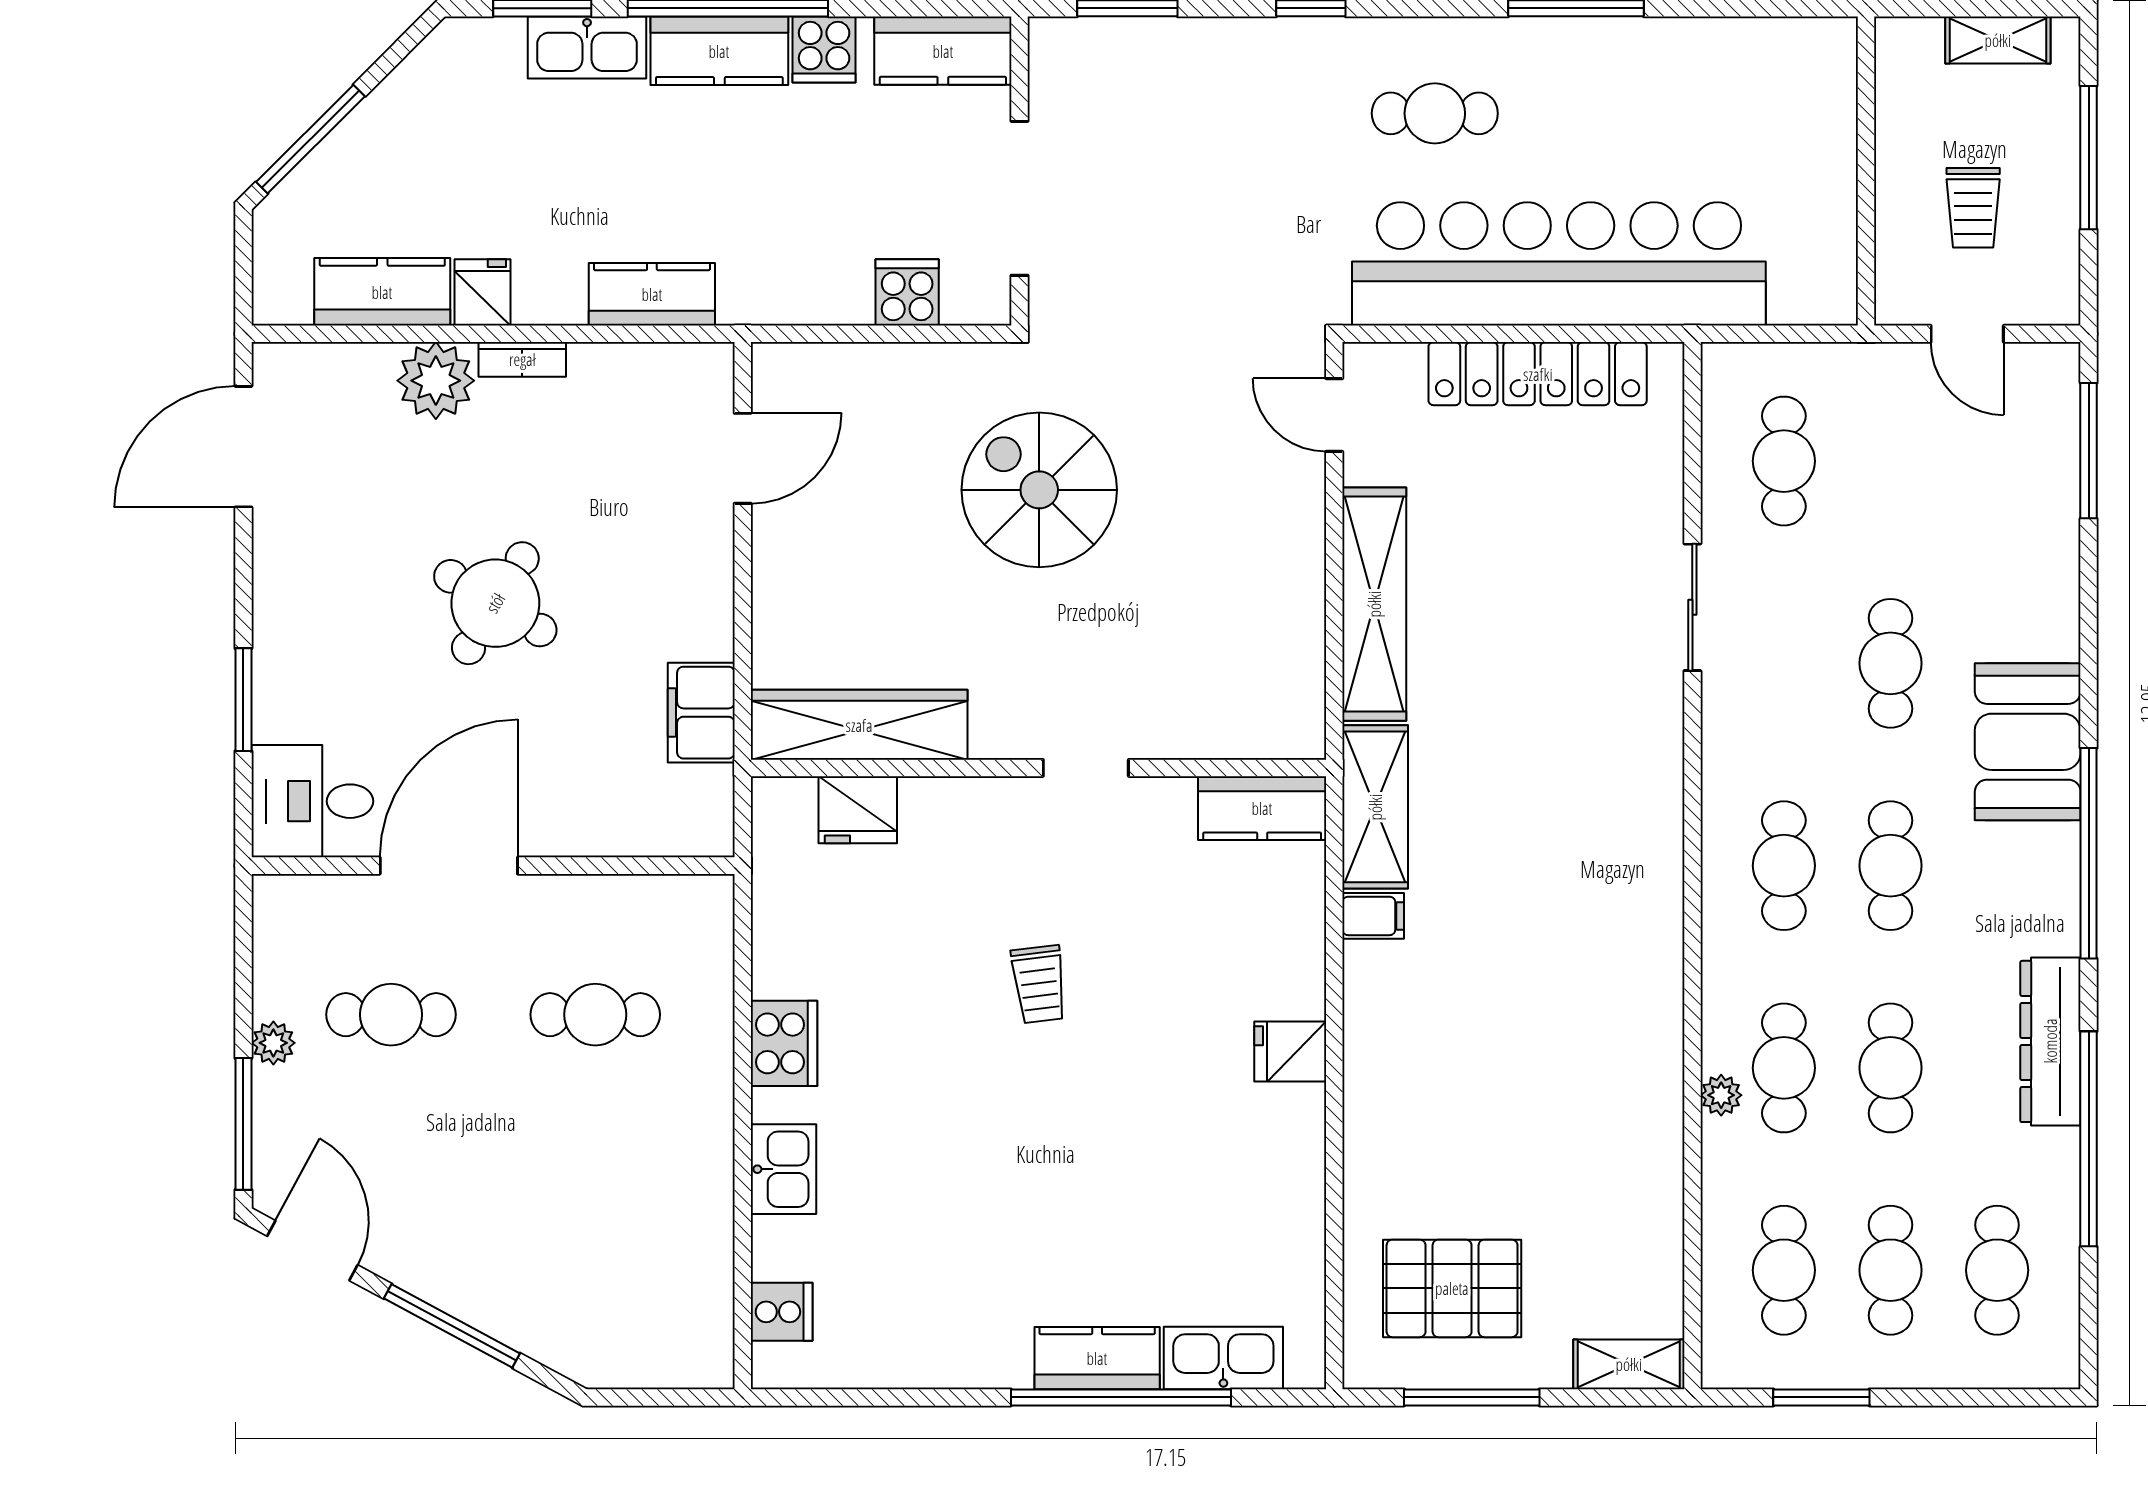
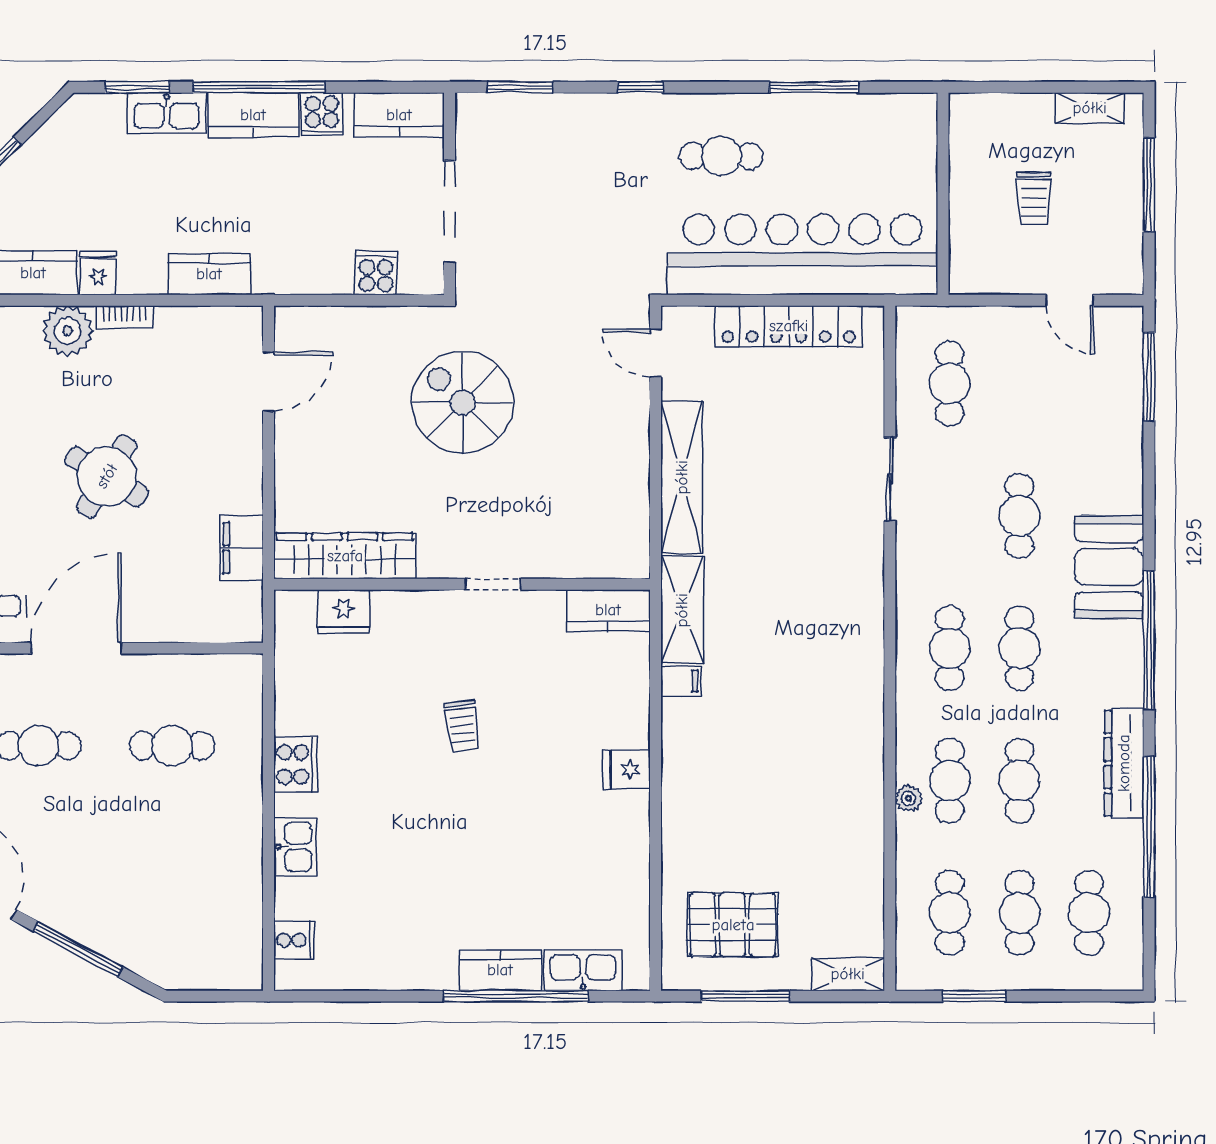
wall: (1866, 171) -> (943, 194), moved
trolley: (1973, 208) -> (1034, 198), moved

